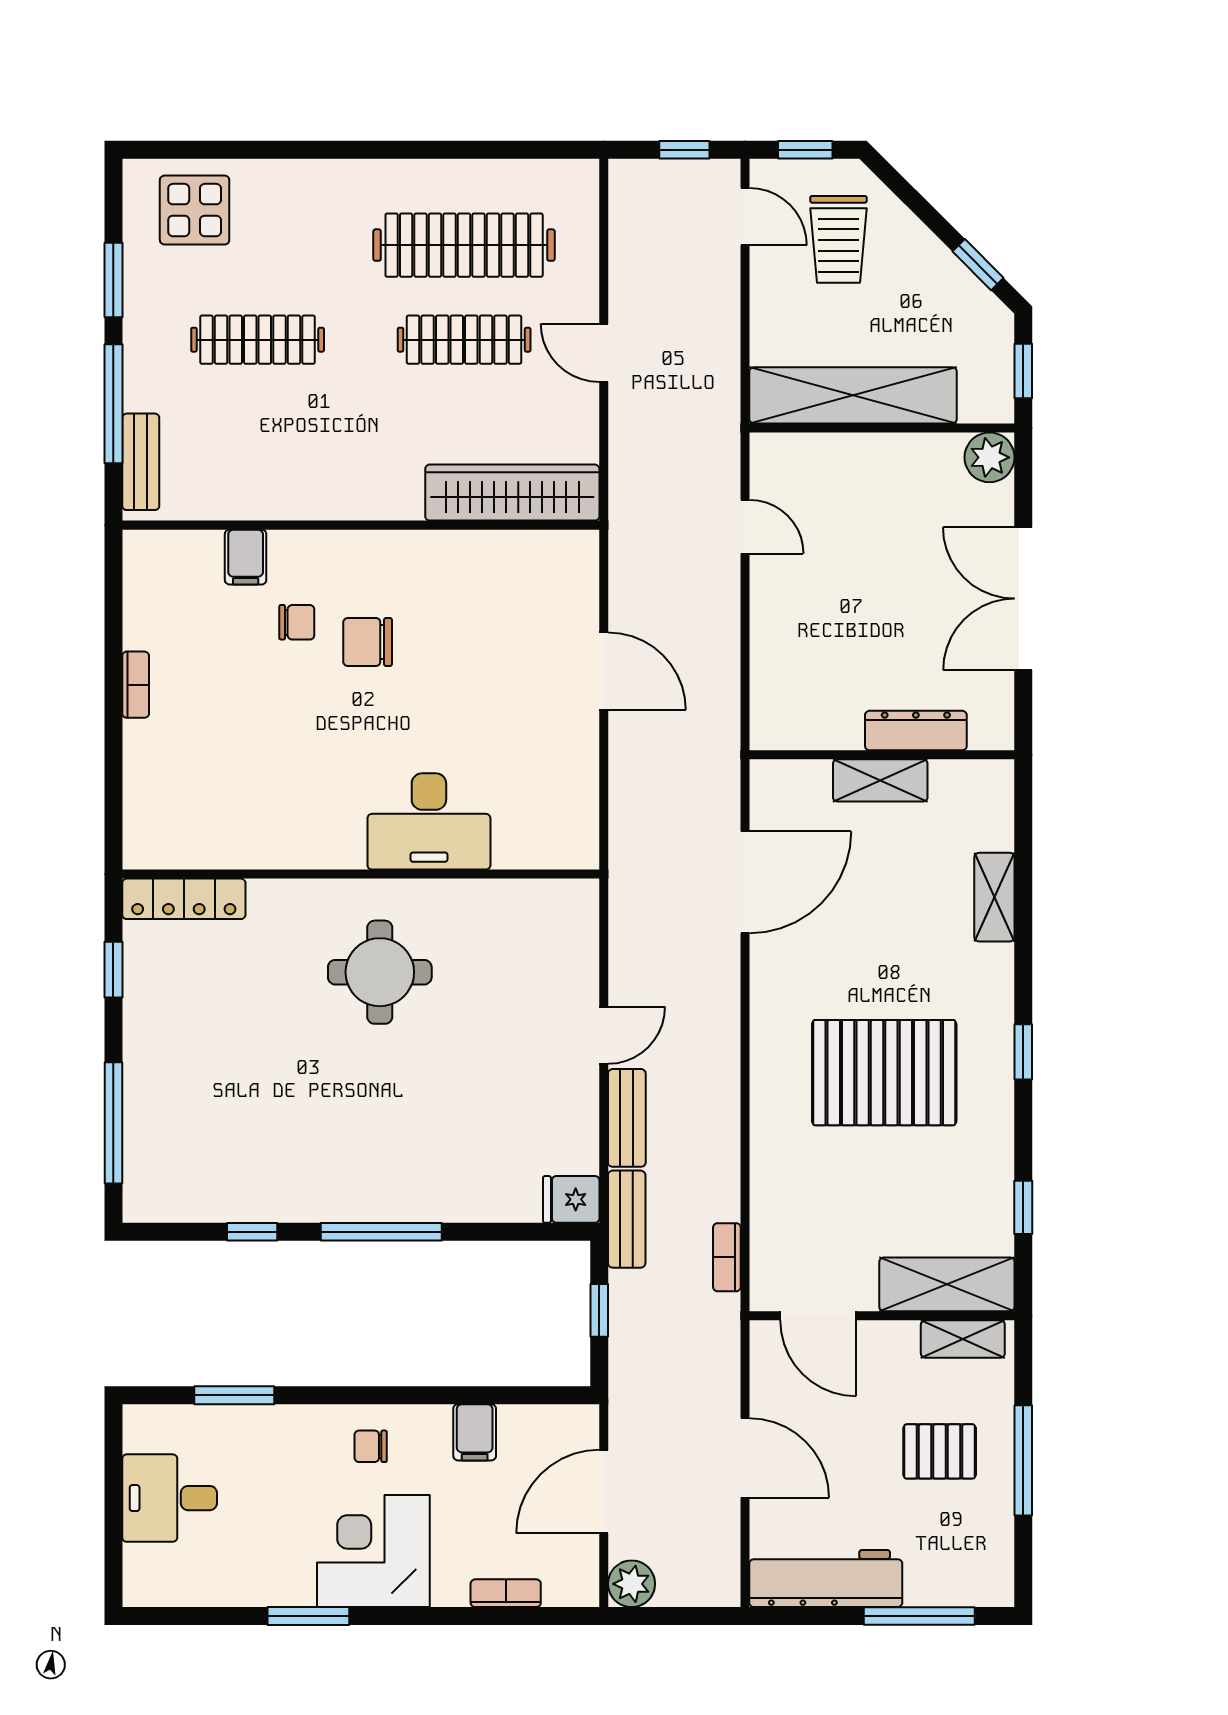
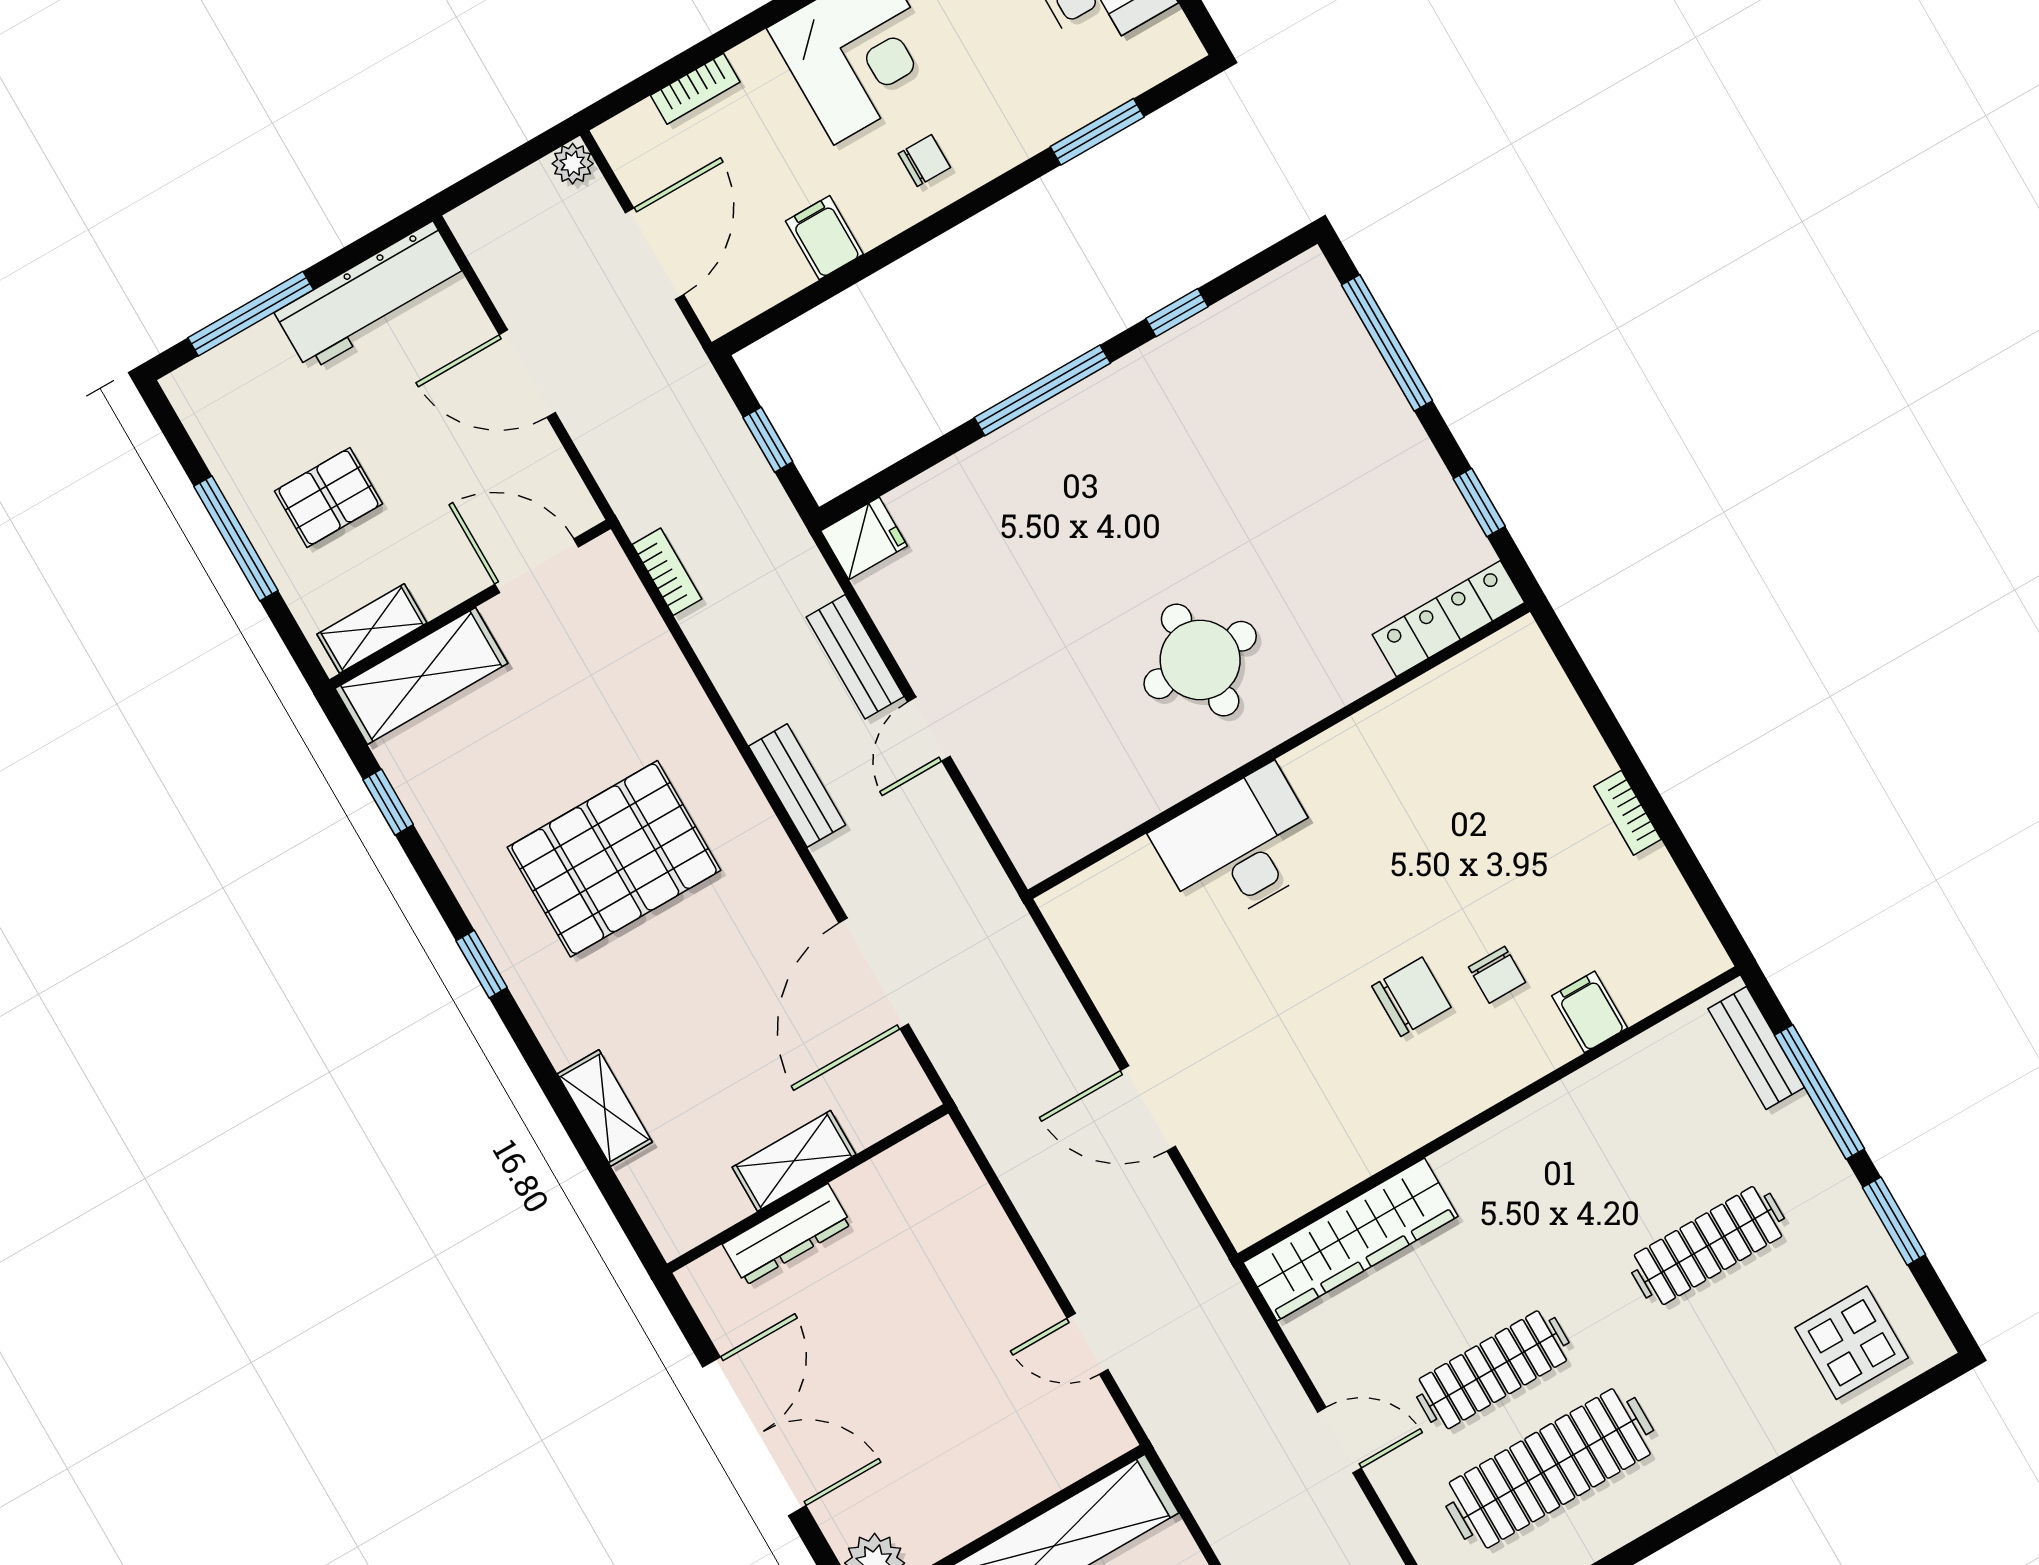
chair: (297, 622) -> (1497, 975), turned -90
bench: (627, 1219) -> (797, 786), moved
plant: (632, 1584) -> (573, 164), width x0.73, depth x0.73

